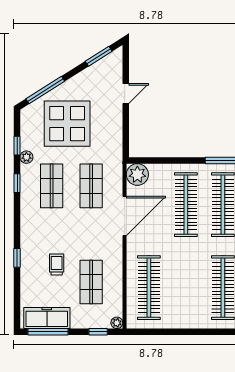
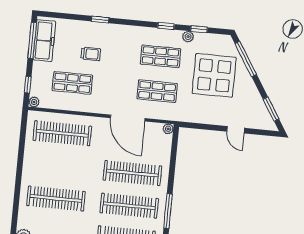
plant: (137, 174) -> (168, 129), width x0.53, depth x0.53

